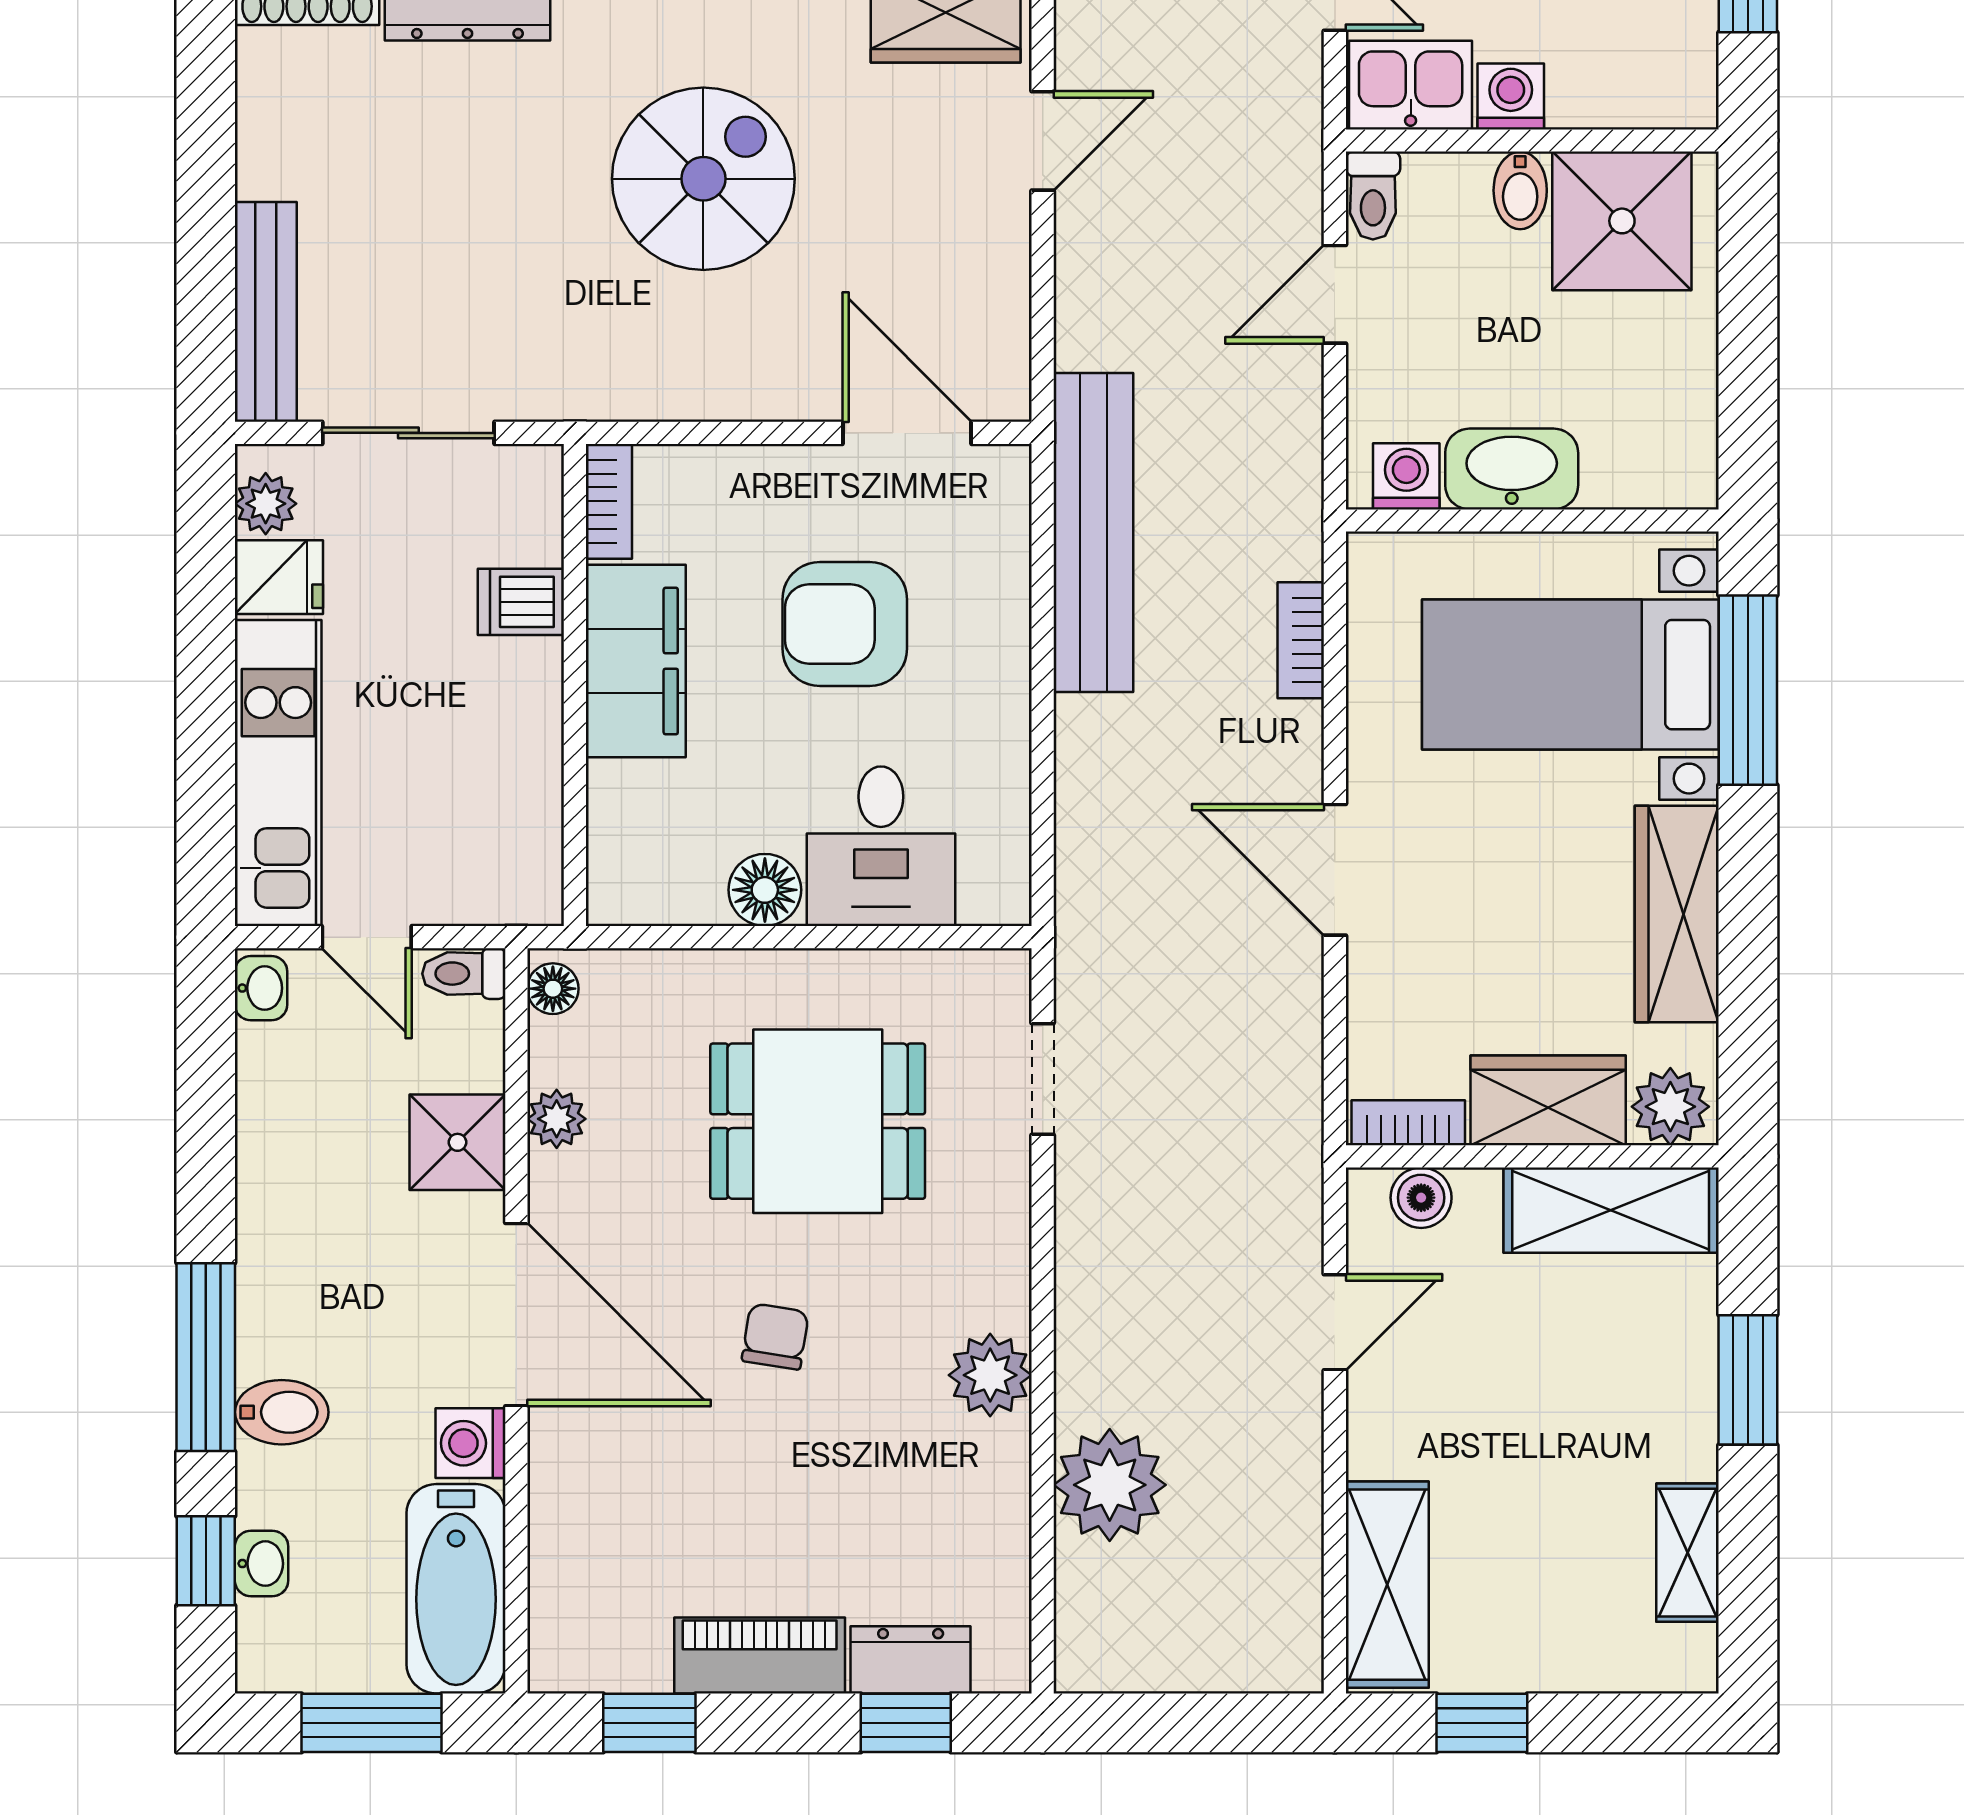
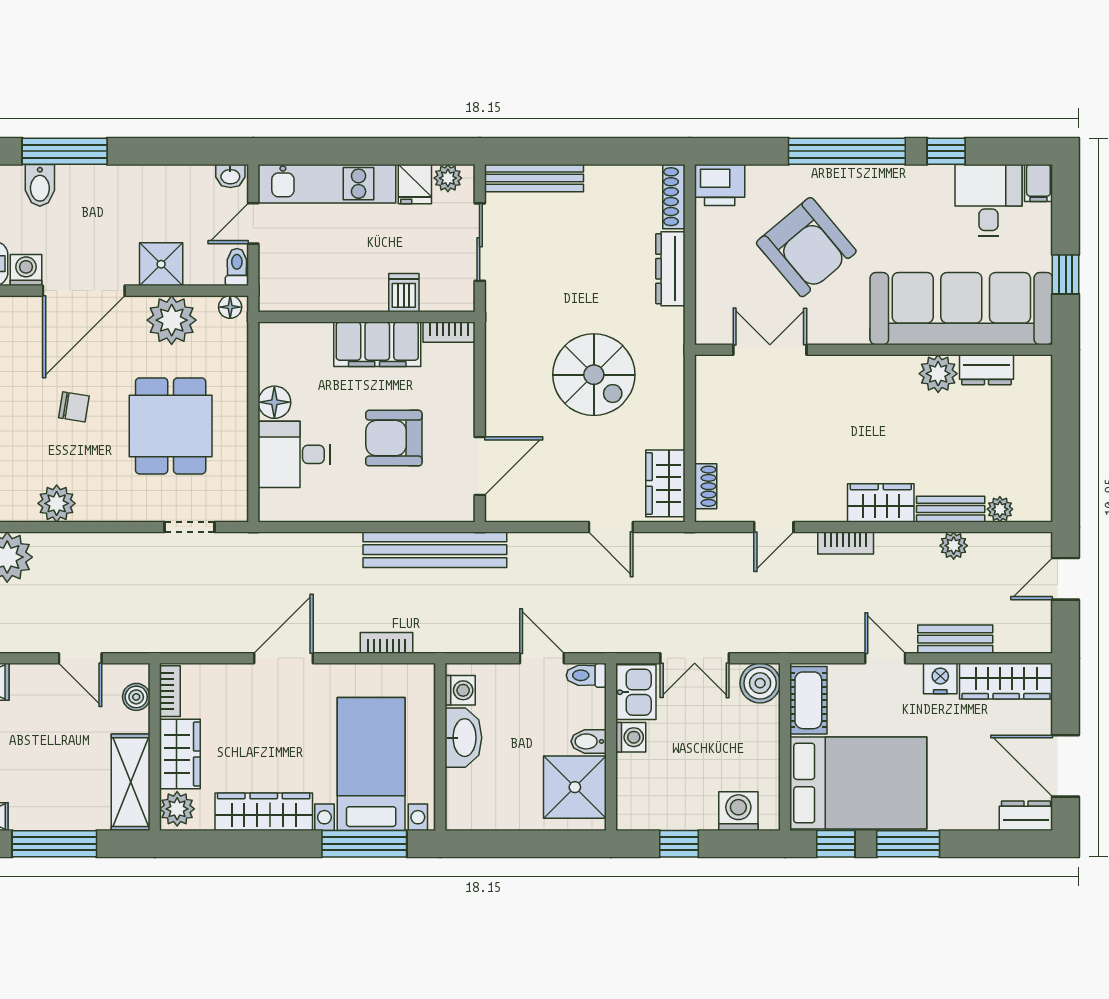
armchair: (845, 624) -> (394, 438), turned -90
plant: (557, 1119) -> (172, 320), width x1.87, depth x1.87
window: (1748, 1380) -> (54, 844), width x1.44

